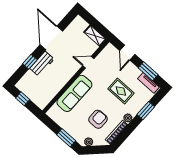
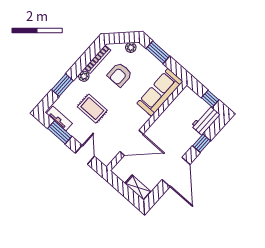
shelving: (95, 36) -> (138, 188), moved
door: (88, 62) -> (132, 143), width x1.88
workbench: (42, 64) -> (206, 120), moved
sofa: (74, 93) -> (160, 92), moved

